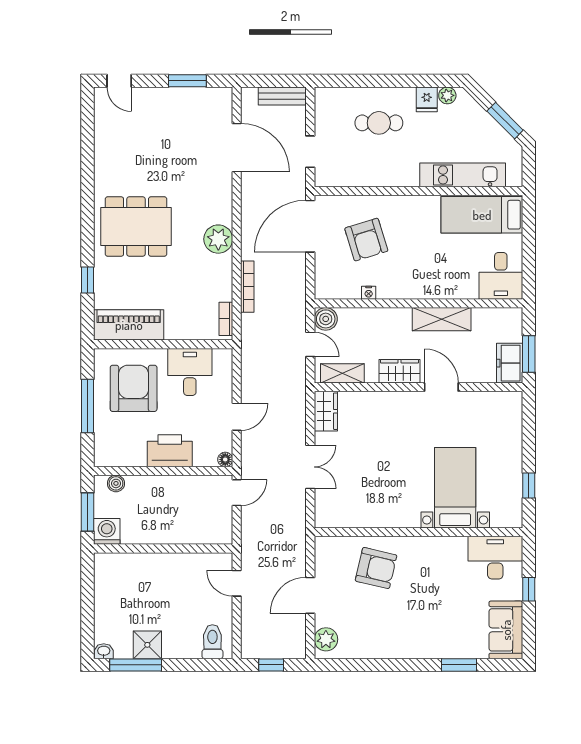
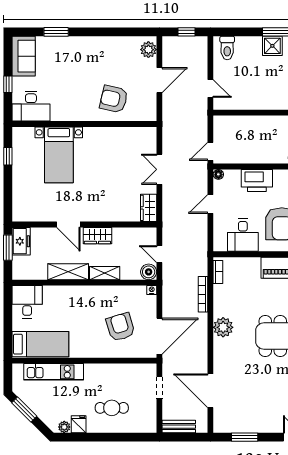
nightstand: (369, 293) -> (152, 290), moved
shelving: (342, 373) -> (105, 273), moved

